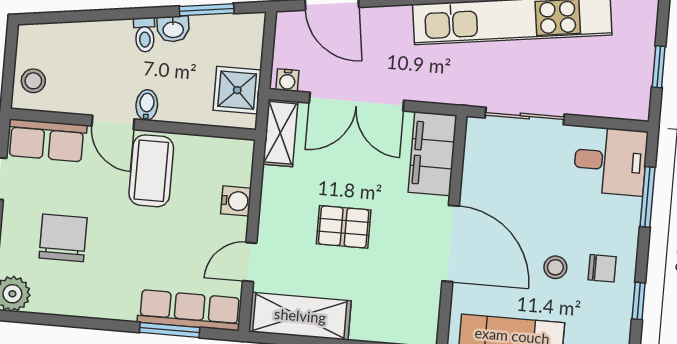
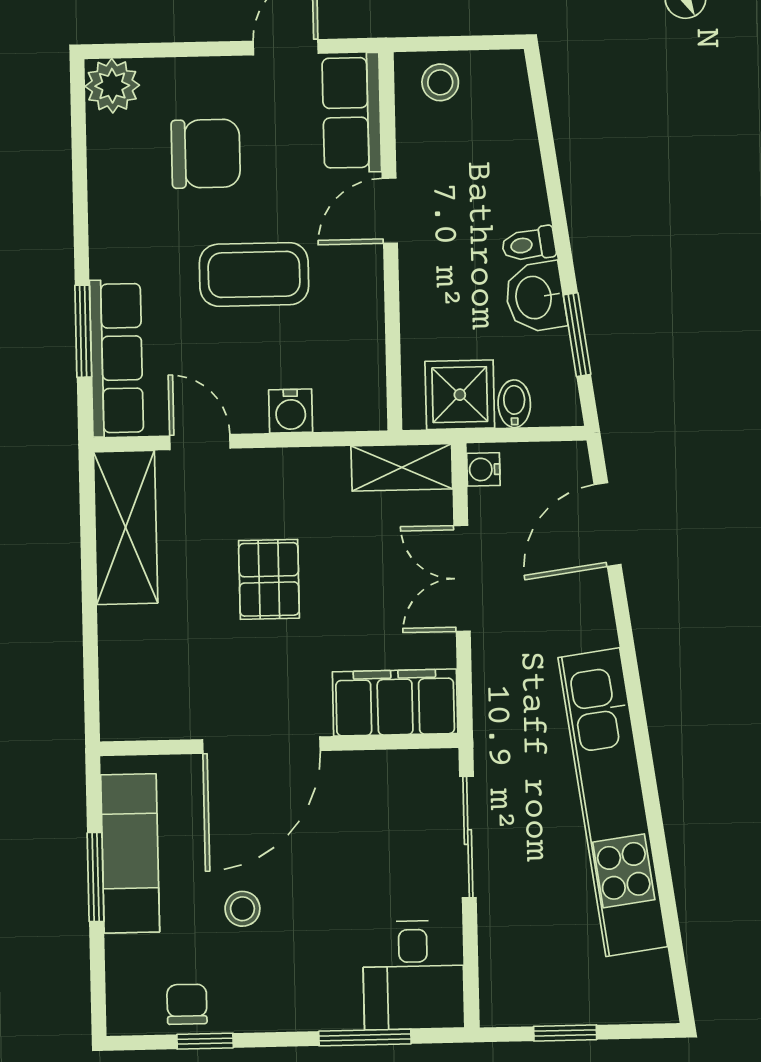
washbasin: (173, 29) -> (535, 297), width x1.38, depth x1.45
double door: (357, 102) -> (462, 578), width x0.73
bidet: (147, 105) -> (514, 404), moved, turned -90
coffee table: (151, 171) -> (254, 274), moved
chair: (602, 268) -> (187, 1004), moved, turned 180

